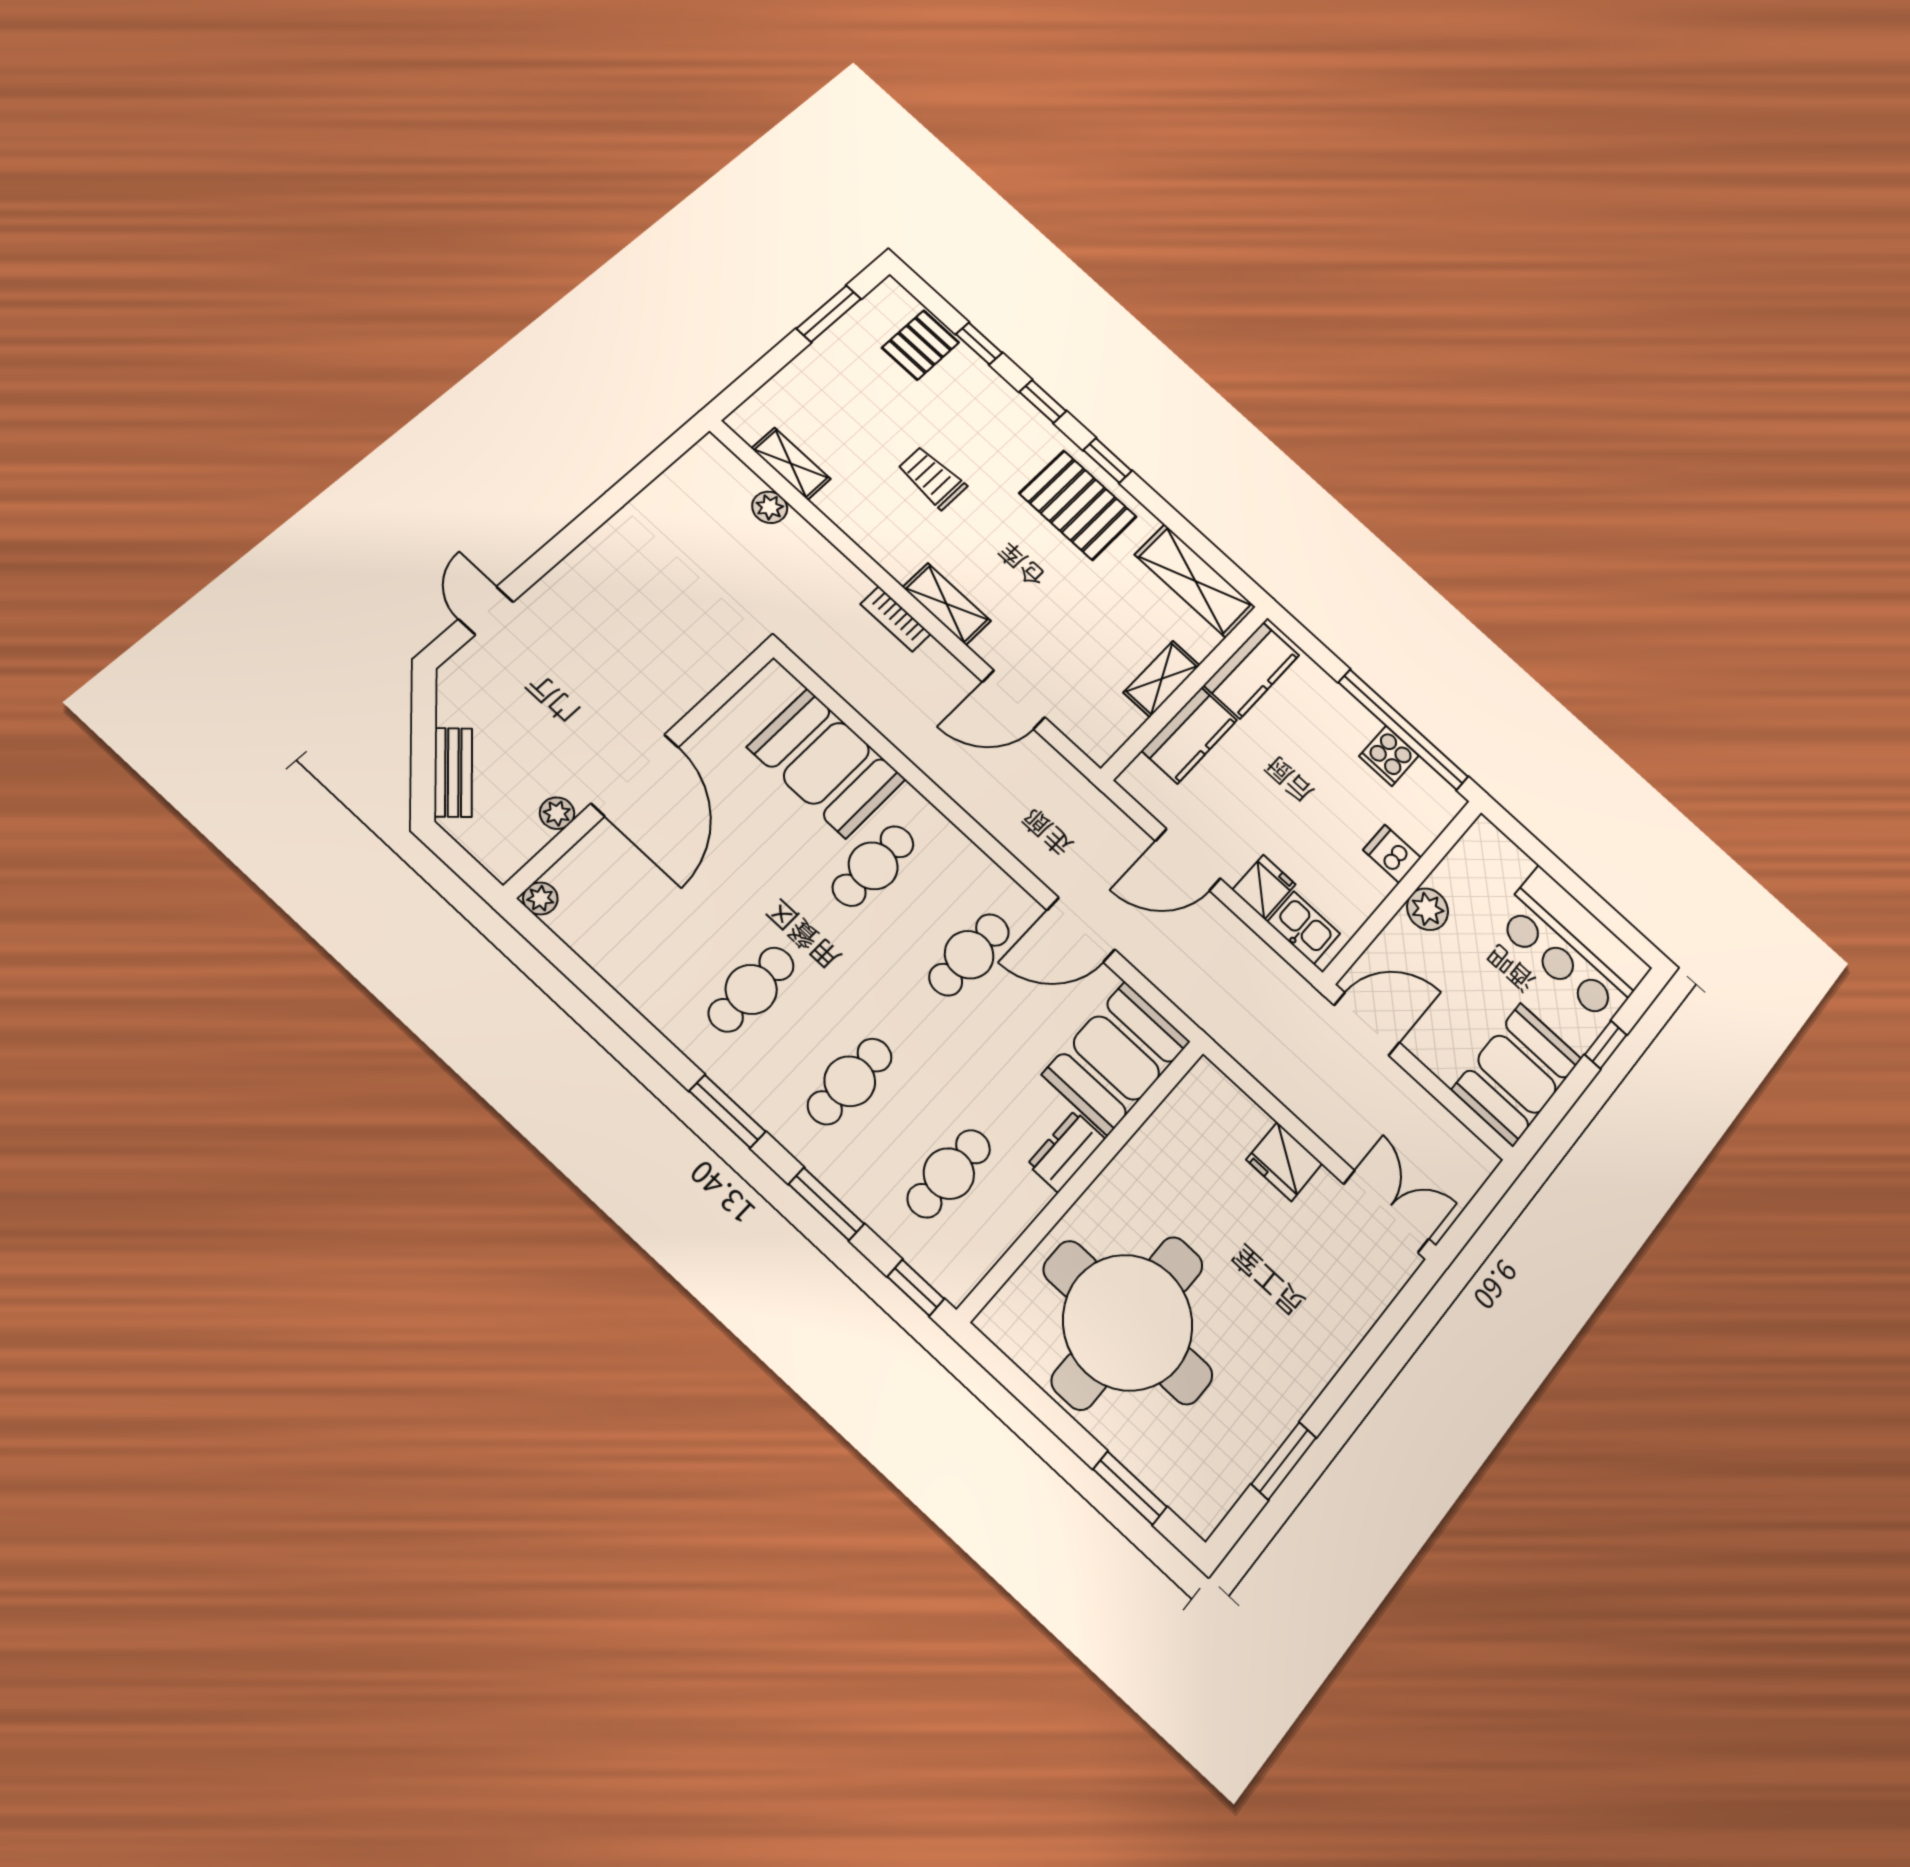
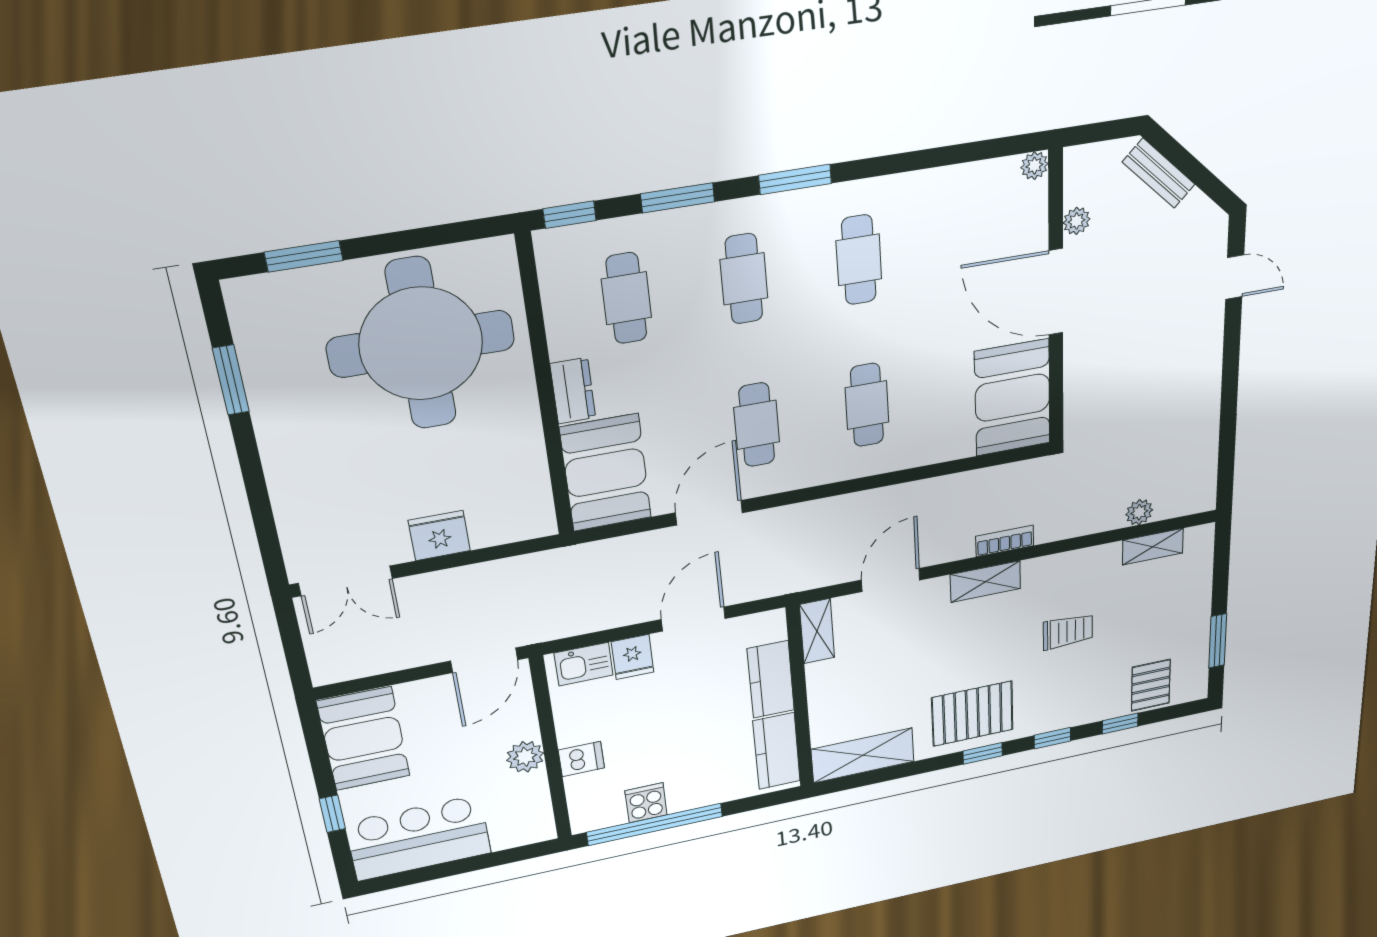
shelving: (1162, 679) -> (817, 631), moved
booth: (827, 763) -> (1012, 398), moved, turned 90

